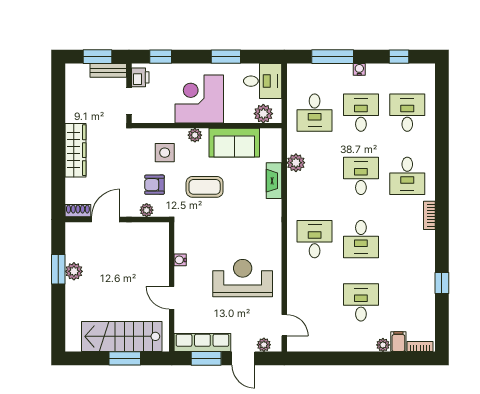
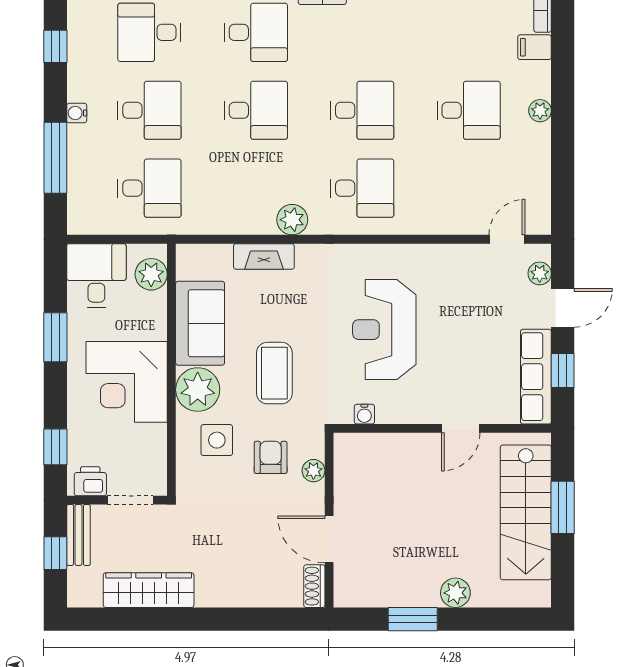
window: (97, 57) -> (55, 553), width x0.67
desk: (361, 113) -> (149, 110), turned 180
plant: (195, 135) -> (198, 390), width x1.87, depth x1.87
wardrobe: (76, 150) -> (149, 590), moved
plant: (296, 163) -> (292, 220), moved
desk: (361, 176) -> (256, 110), turned 180
armchair: (154, 185) -> (271, 457), turned 180
desk: (315, 239) -> (362, 188), turned 180
water cooler: (180, 260) -> (364, 414), moved
plant: (74, 271) -> (455, 593), moved
reception desk: (243, 278) -> (384, 330), moved
desk: (361, 302) -> (469, 110), turned 180
plant: (383, 345) -> (540, 111), moved
window: (206, 358) -> (563, 371), width x0.67

